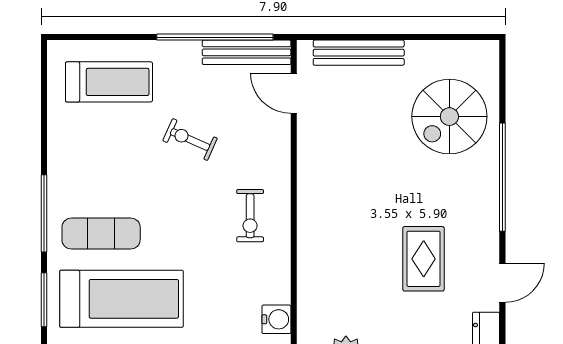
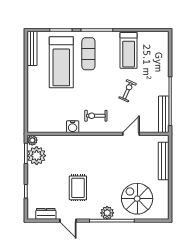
treadmill: (109, 82) -> (129, 50), moved
door: (294, 93) -> (131, 134), moved
plant: (483, 189) -> (107, 213), added
rug: (424, 259) -> (78, 188), turned 90
water cooler: (276, 319) -> (73, 127), moved

